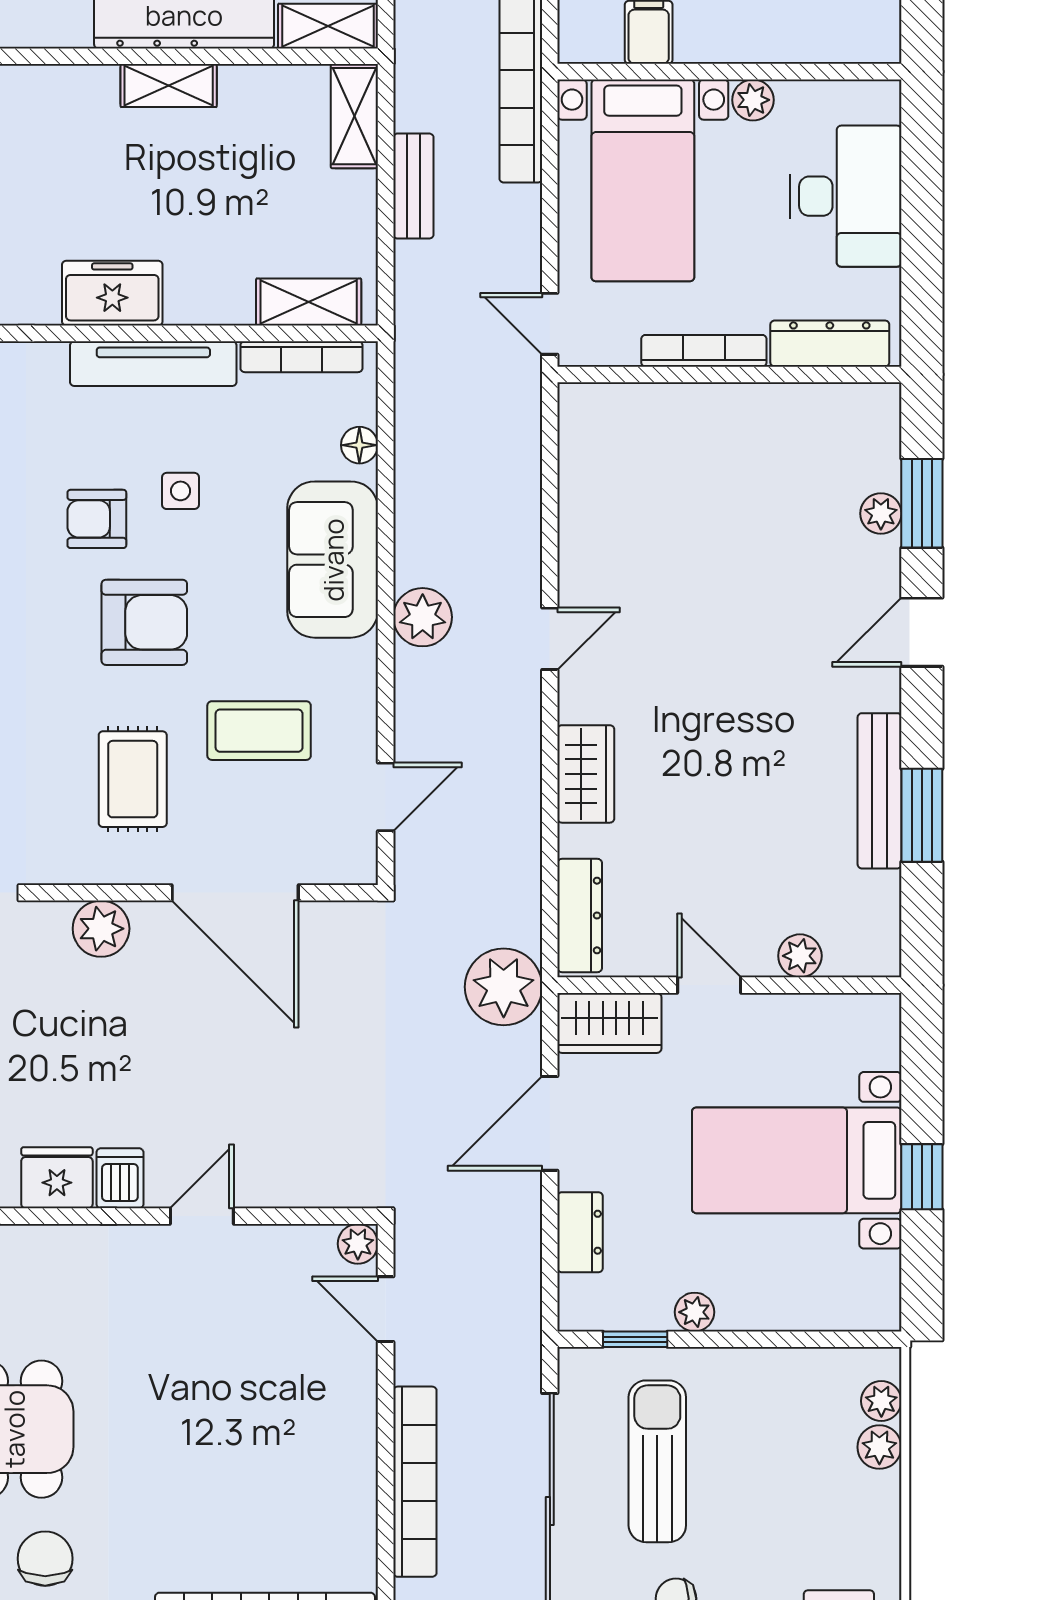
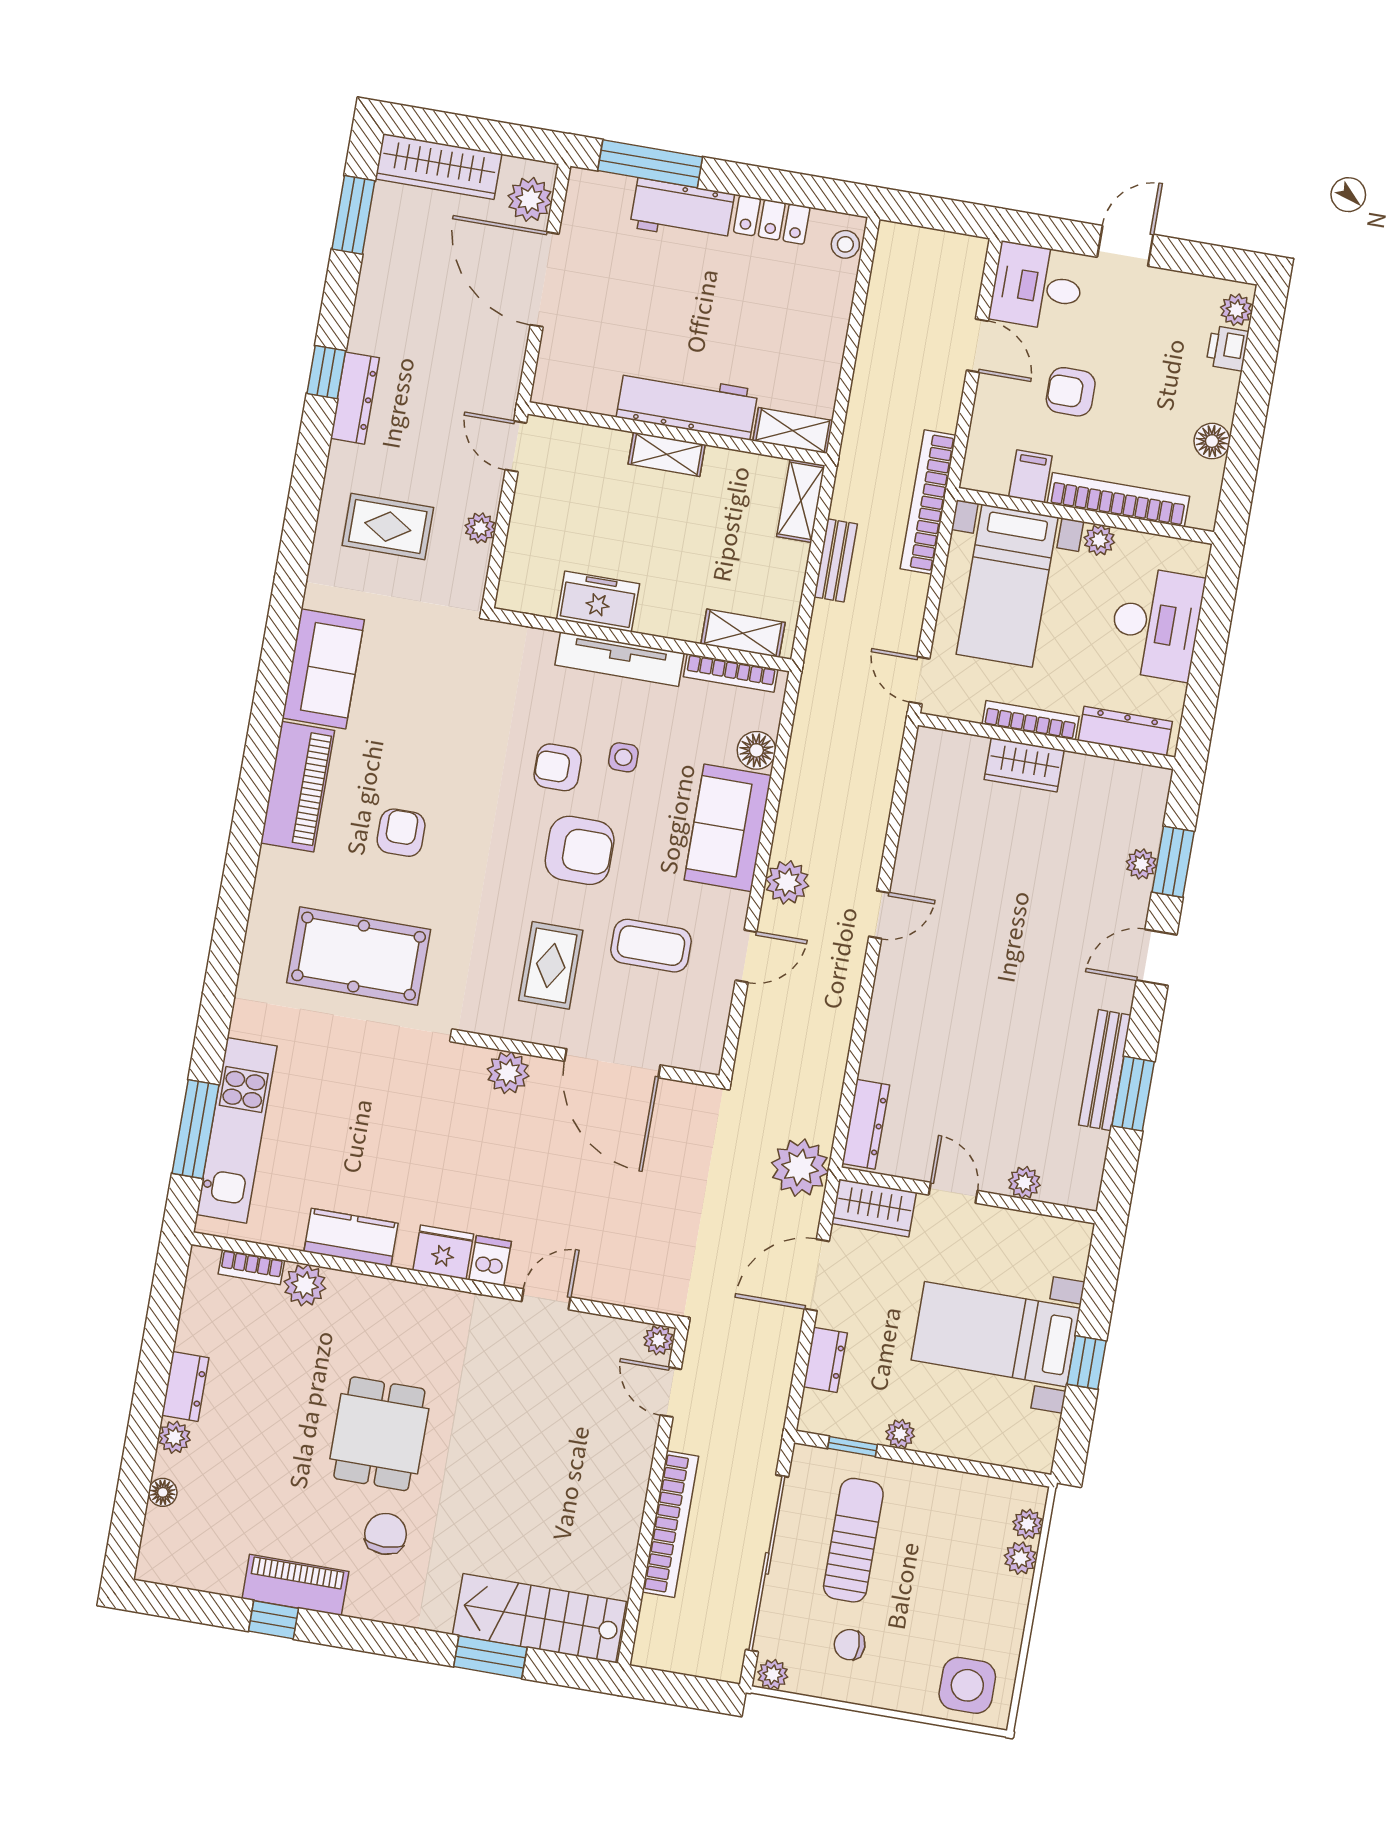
bookcase: (769, 43) -> (1118, 500), added
floor lamp: (359, 445) -> (756, 750), width x1.37, depth x1.37
wardrobe: (586, 774) -> (1024, 765), moved, turned 90
door: (386, 797) -> (746, 956), moved

